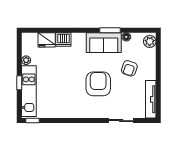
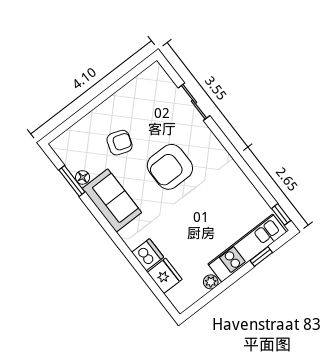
window: (110, 30) -> (72, 181), moved
plant: (150, 41) -> (65, 143), removed
window: (19, 83) -> (261, 257), moved
tv unit: (151, 99) -> (138, 85), removed

